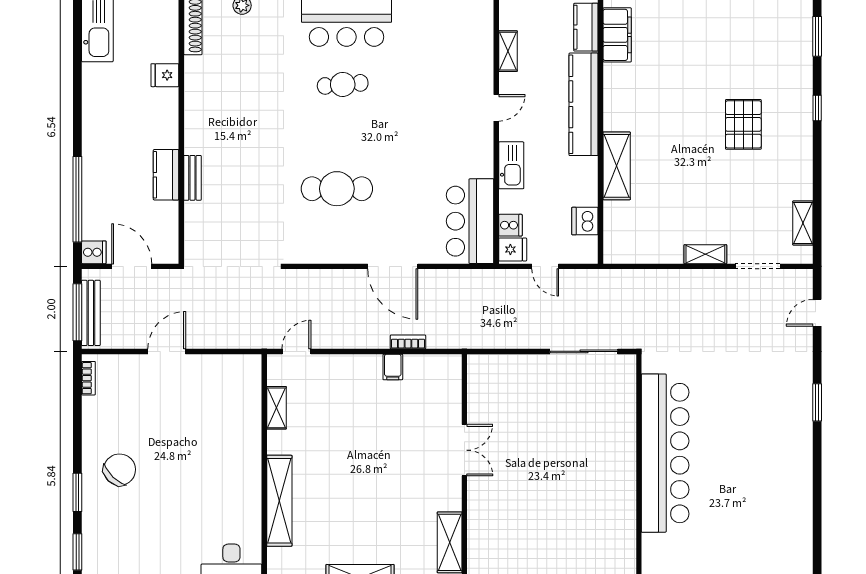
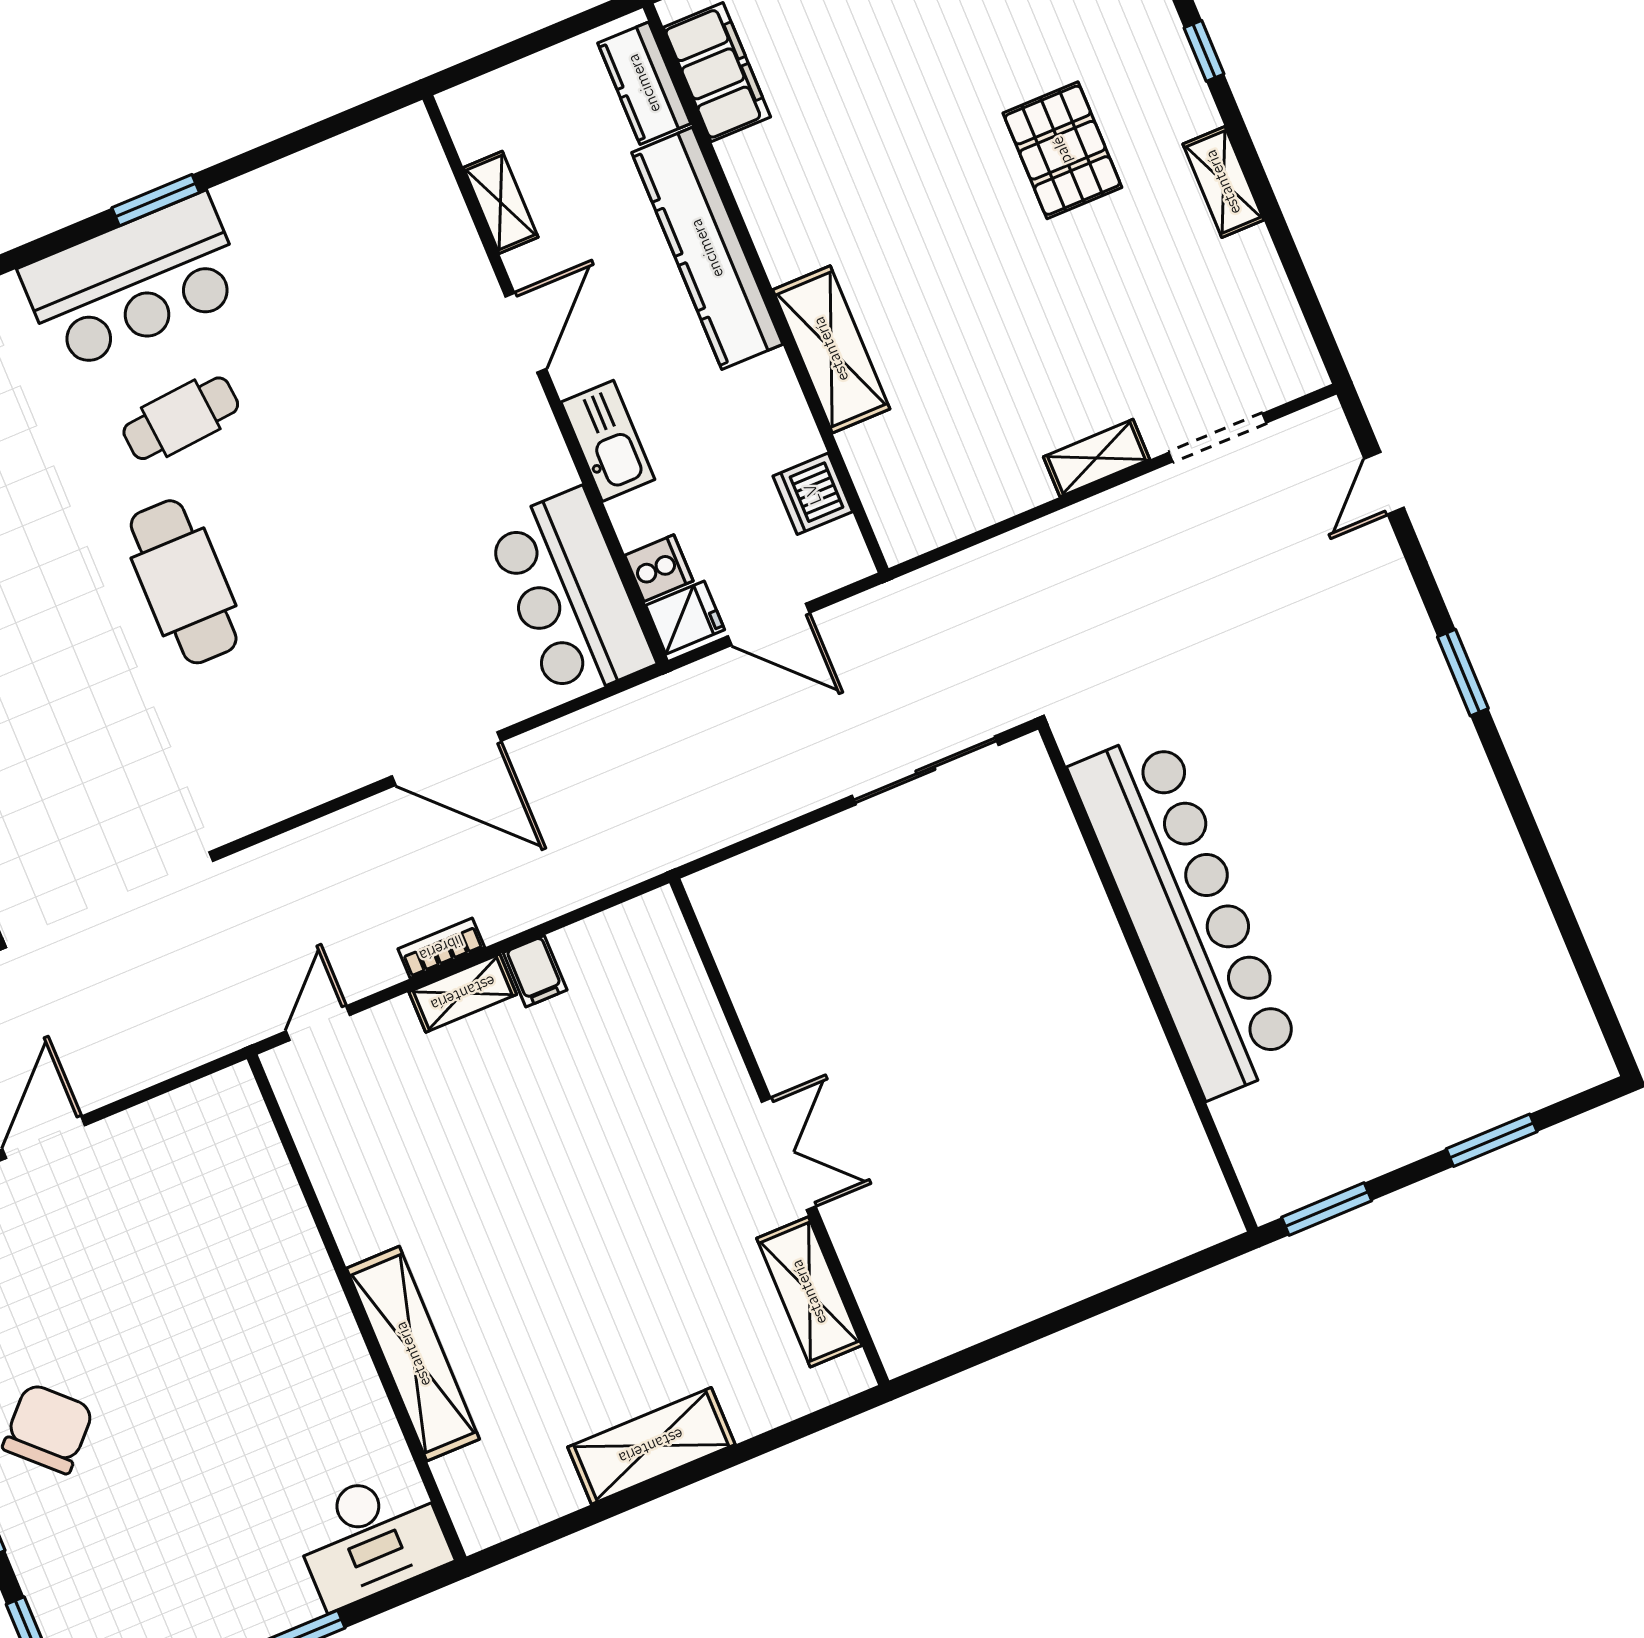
door: (496, 108) -> (526, 333), width x1.38
cafe table: (337, 189) -> (184, 582), moved, turned 90
shelving: (803, 223) -> (1223, 182), moved
door: (545, 266) -> (769, 624), width x1.38
bookcase: (408, 342) -> (441, 948), moved
shelving: (276, 408) -> (463, 993), moved, turned 90
double door: (464, 450) -> (789, 1154), moved

